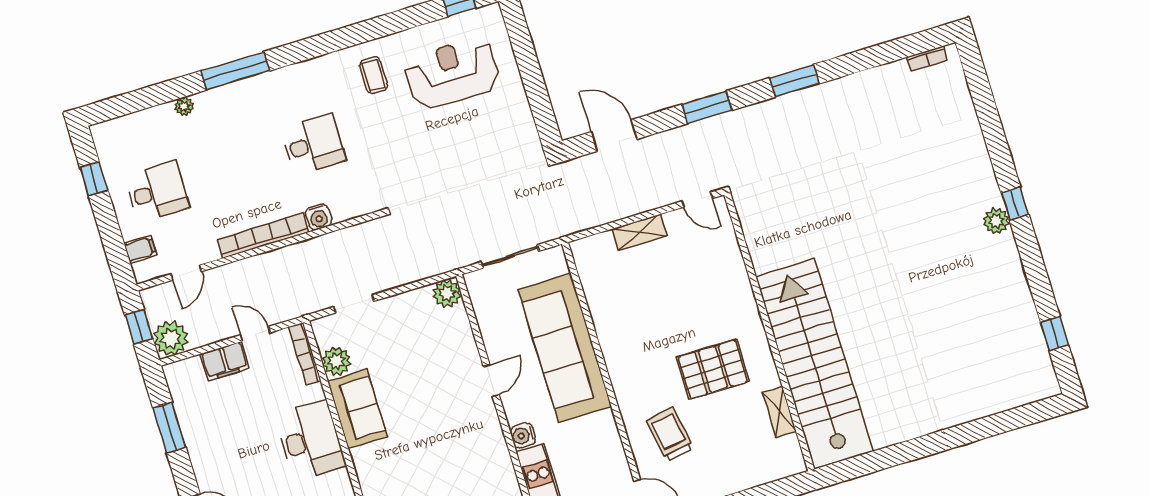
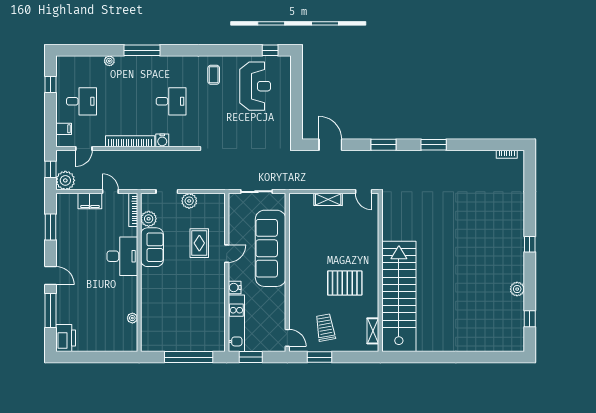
reception desk: (452, 73) -> (255, 86), turned 90
plant: (996, 221) -> (517, 289), moved
plant: (447, 293) -> (189, 201), moved
rug: (438, 377) -> (199, 243), added
shelving: (779, 412) -> (373, 331), moved
trolley: (670, 435) -> (325, 328), moved

